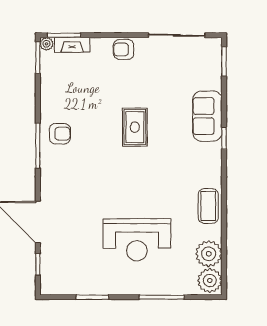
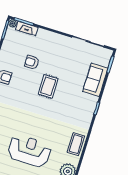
armchair: (124, 49) -> (32, 62), moved
sofa: (207, 116) -> (95, 80), moved
reception desk: (137, 240) -> (29, 151), turned 180

